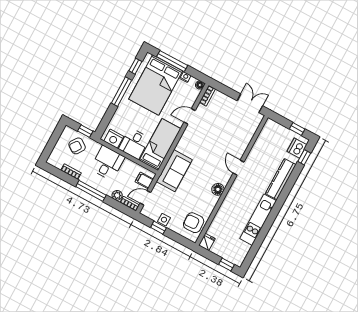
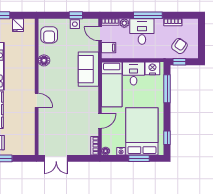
window: (172, 61) -> (139, 158), width x0.69
window: (122, 92) -> (167, 89), moved
desk: (107, 163) -> (142, 32), moved, turned 180
floor lamp: (218, 189) -> (44, 60), moved
door: (145, 198) -> (100, 34), swing flipped
armchair: (194, 223) -> (49, 35), turned 93
fridge: (207, 242) -> (18, 25), moved

